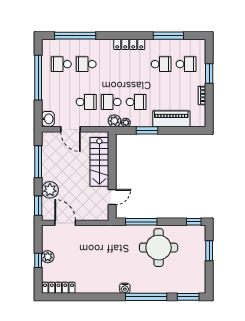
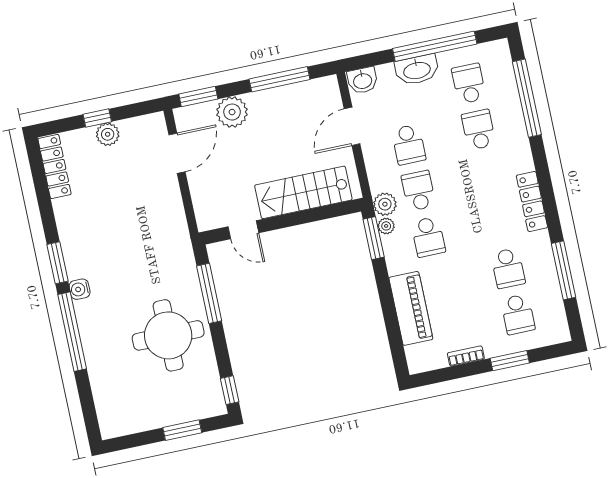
washbasin: (48, 90) -> (417, 70), added
window: (147, 130) -> (374, 238), moved
window: (188, 297) -> (57, 263), moved

